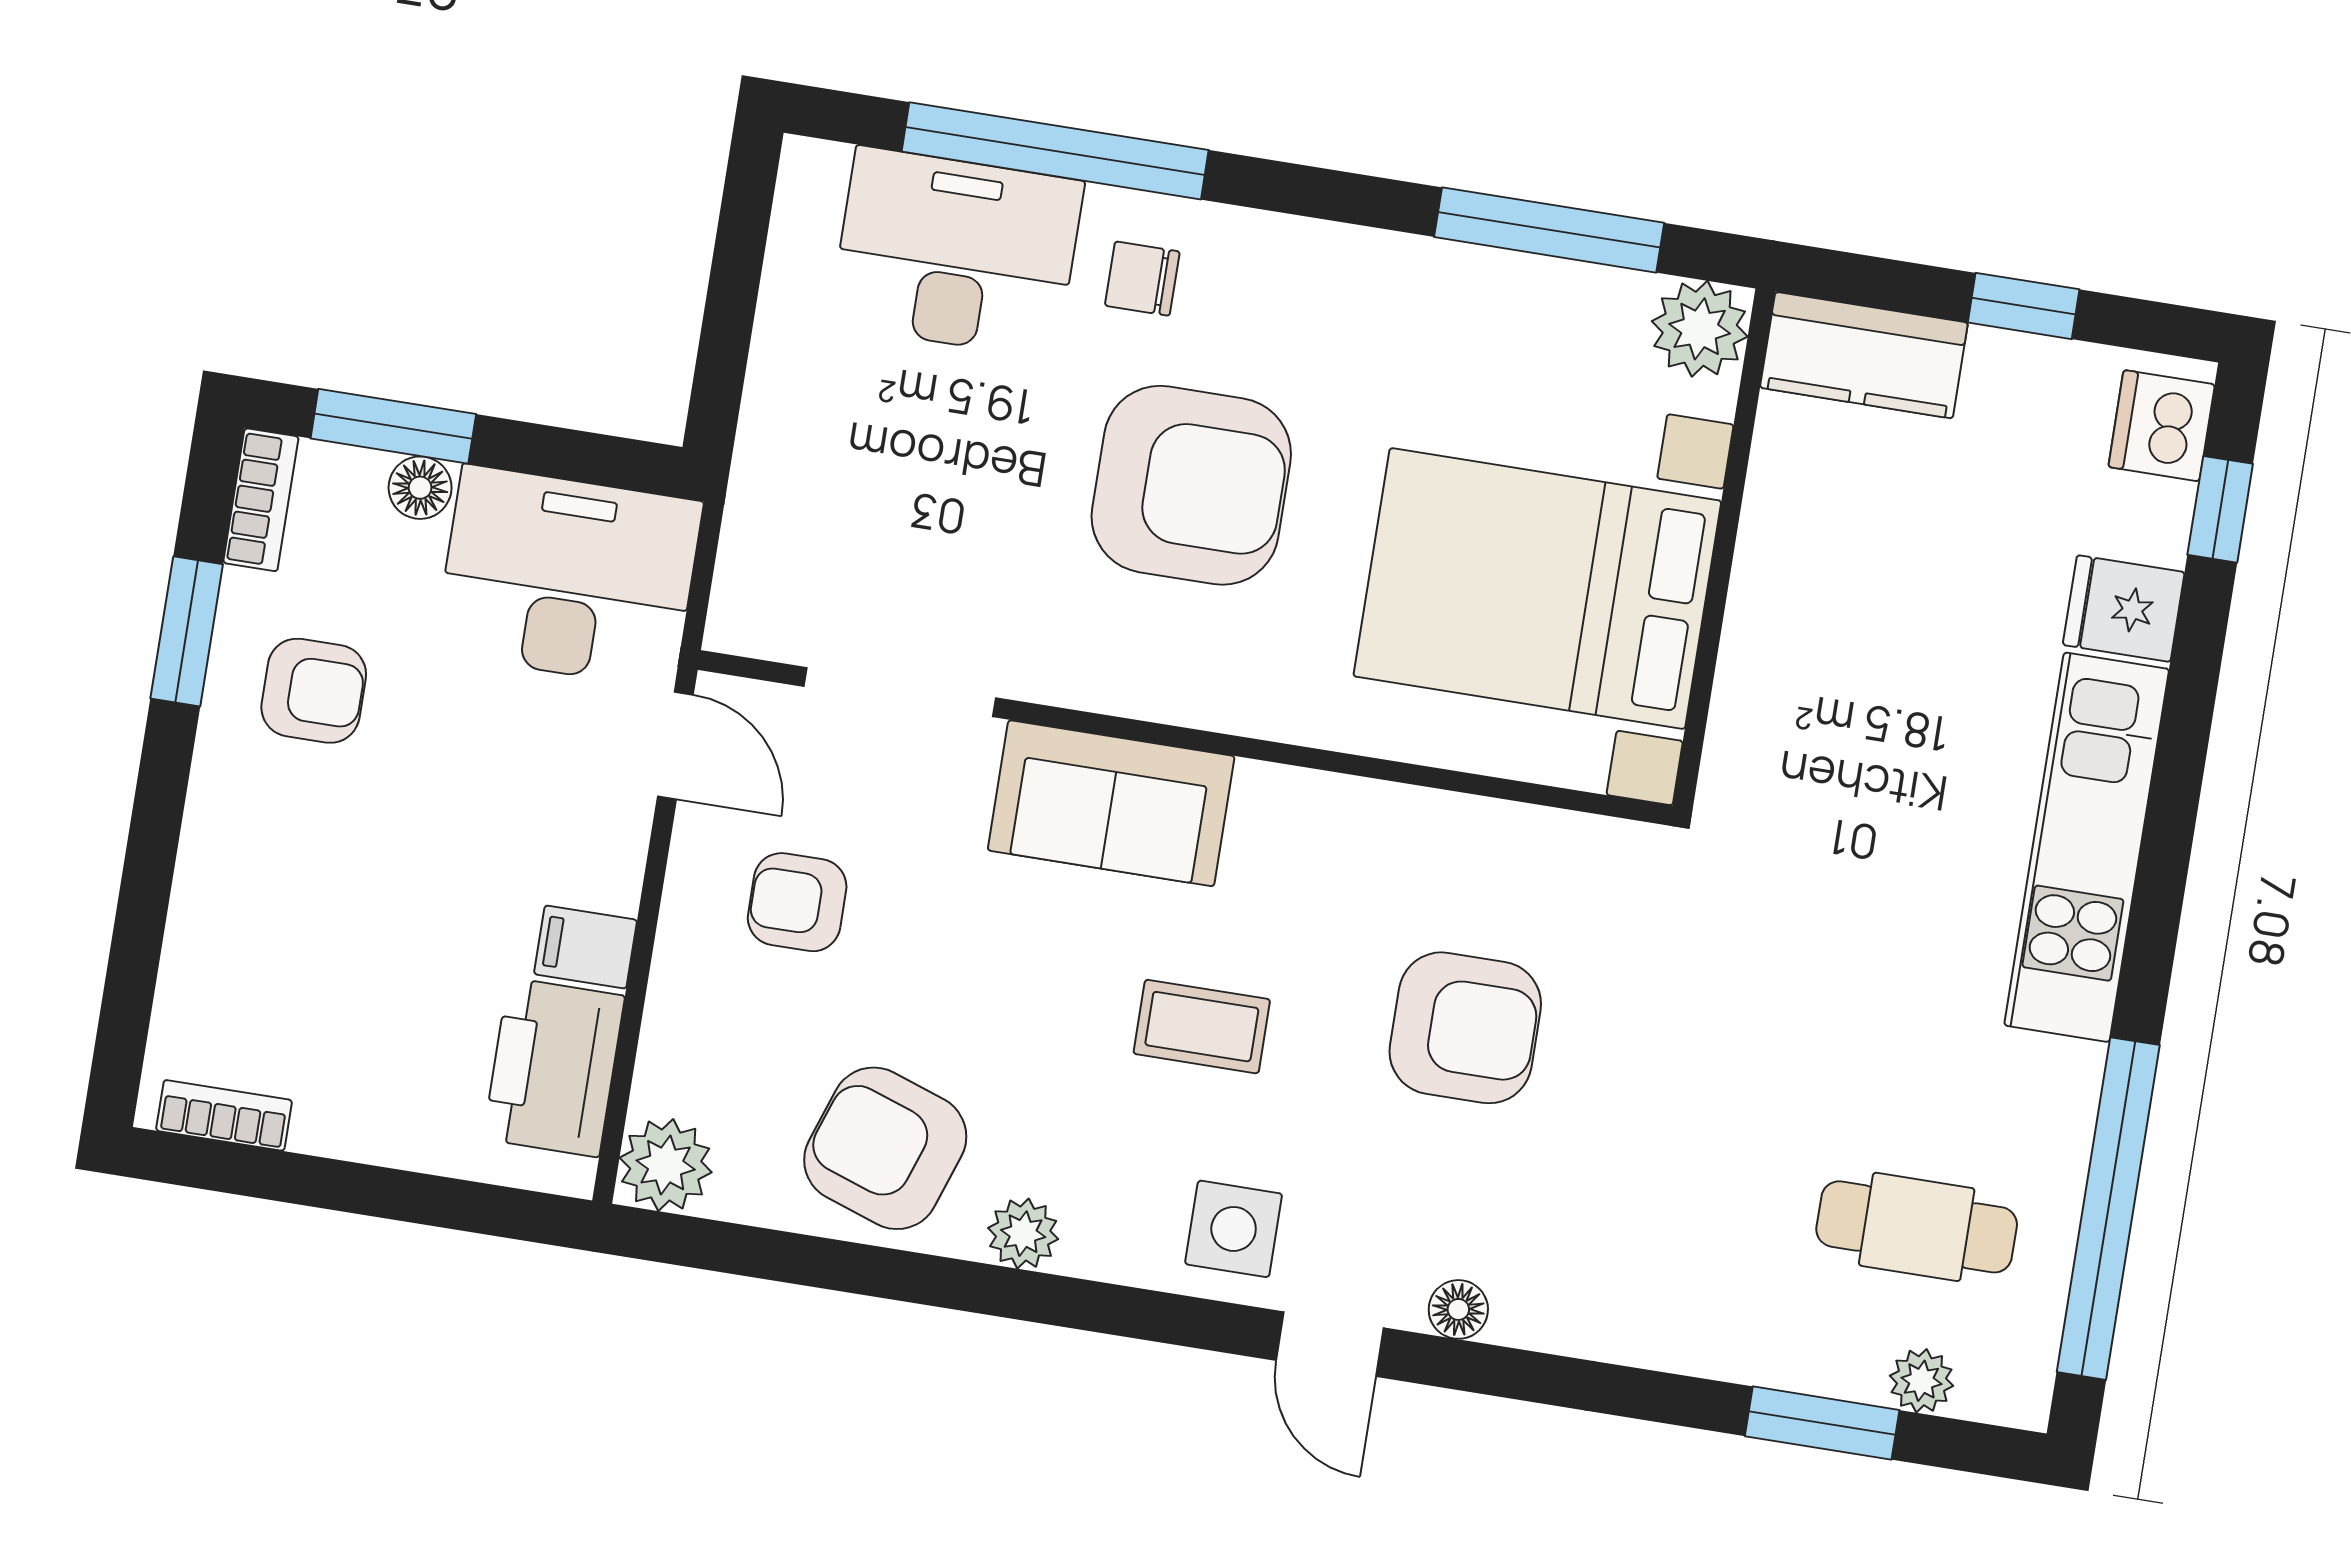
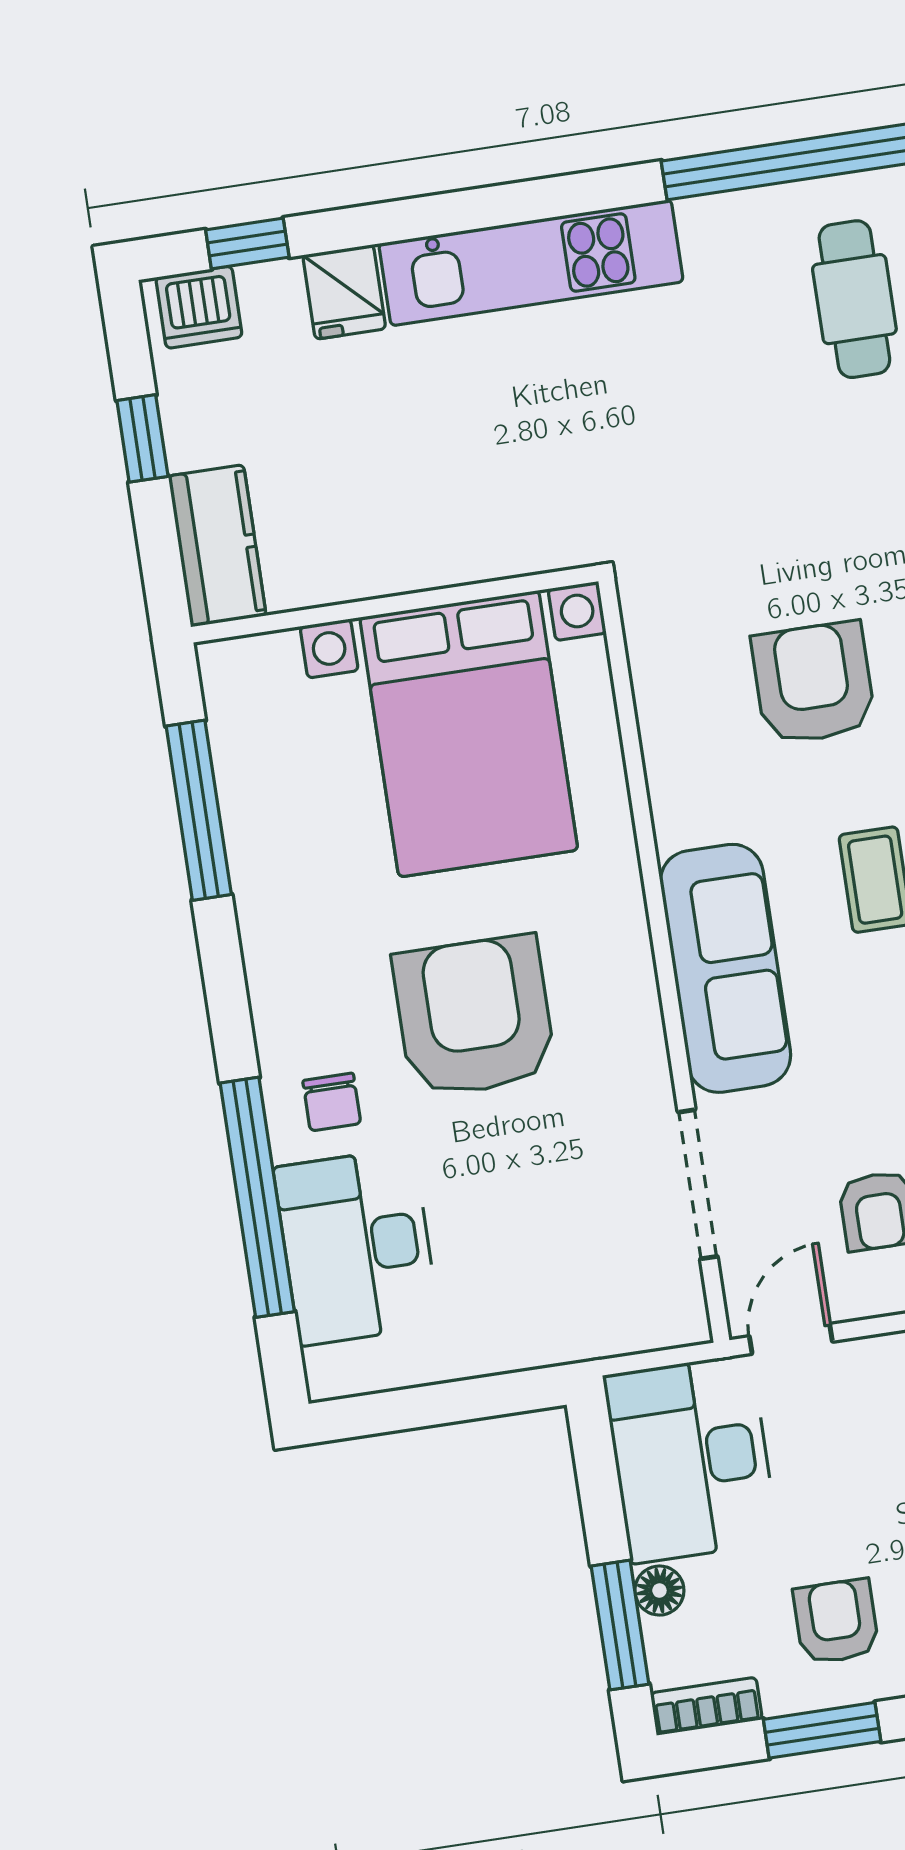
plant: (1700, 329) -> (237, 674), removed
sofa: (1111, 803) -> (725, 968), width x1.36

